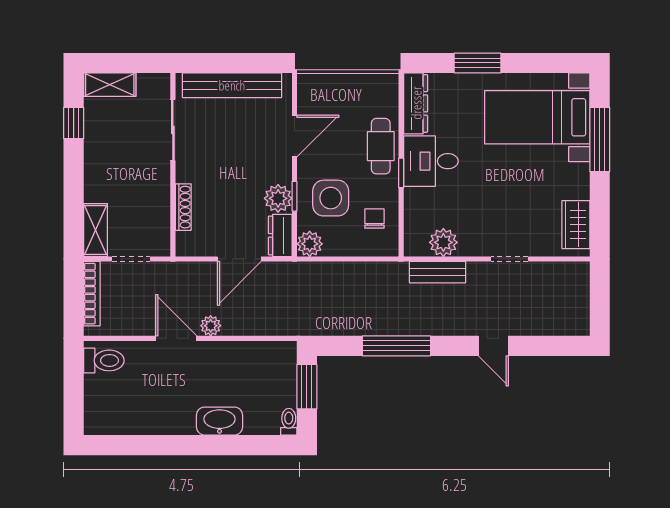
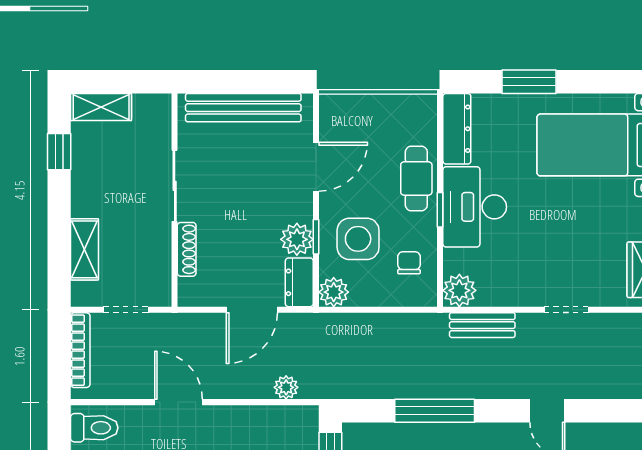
sliding door: (173, 130) -> (175, 186), moved
desk: (431, 161) -> (475, 207), width x1.37
shelving: (95, 230) -> (85, 249), moved
plant: (443, 242) -> (459, 290), moved
plant: (211, 326) -> (286, 387), moved

